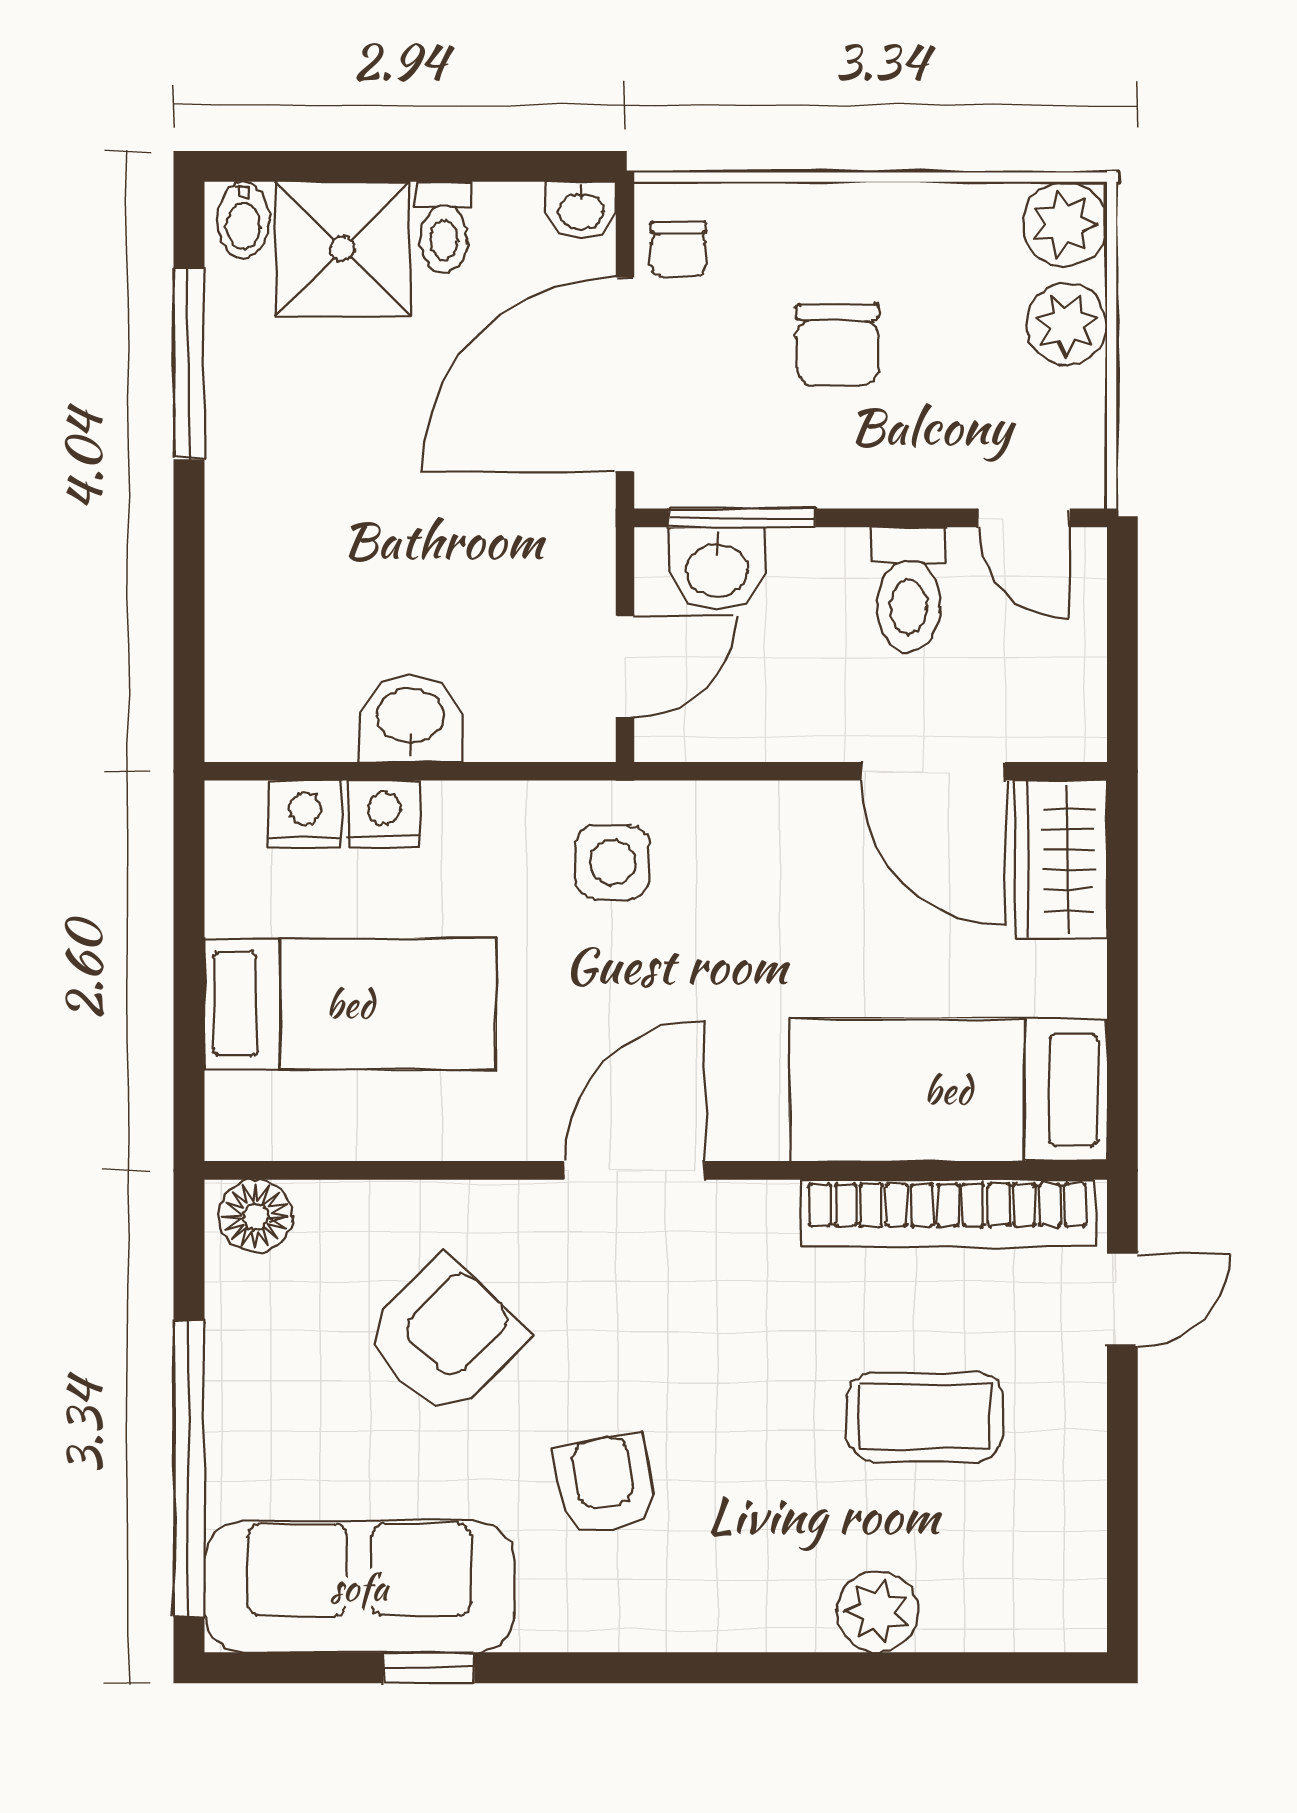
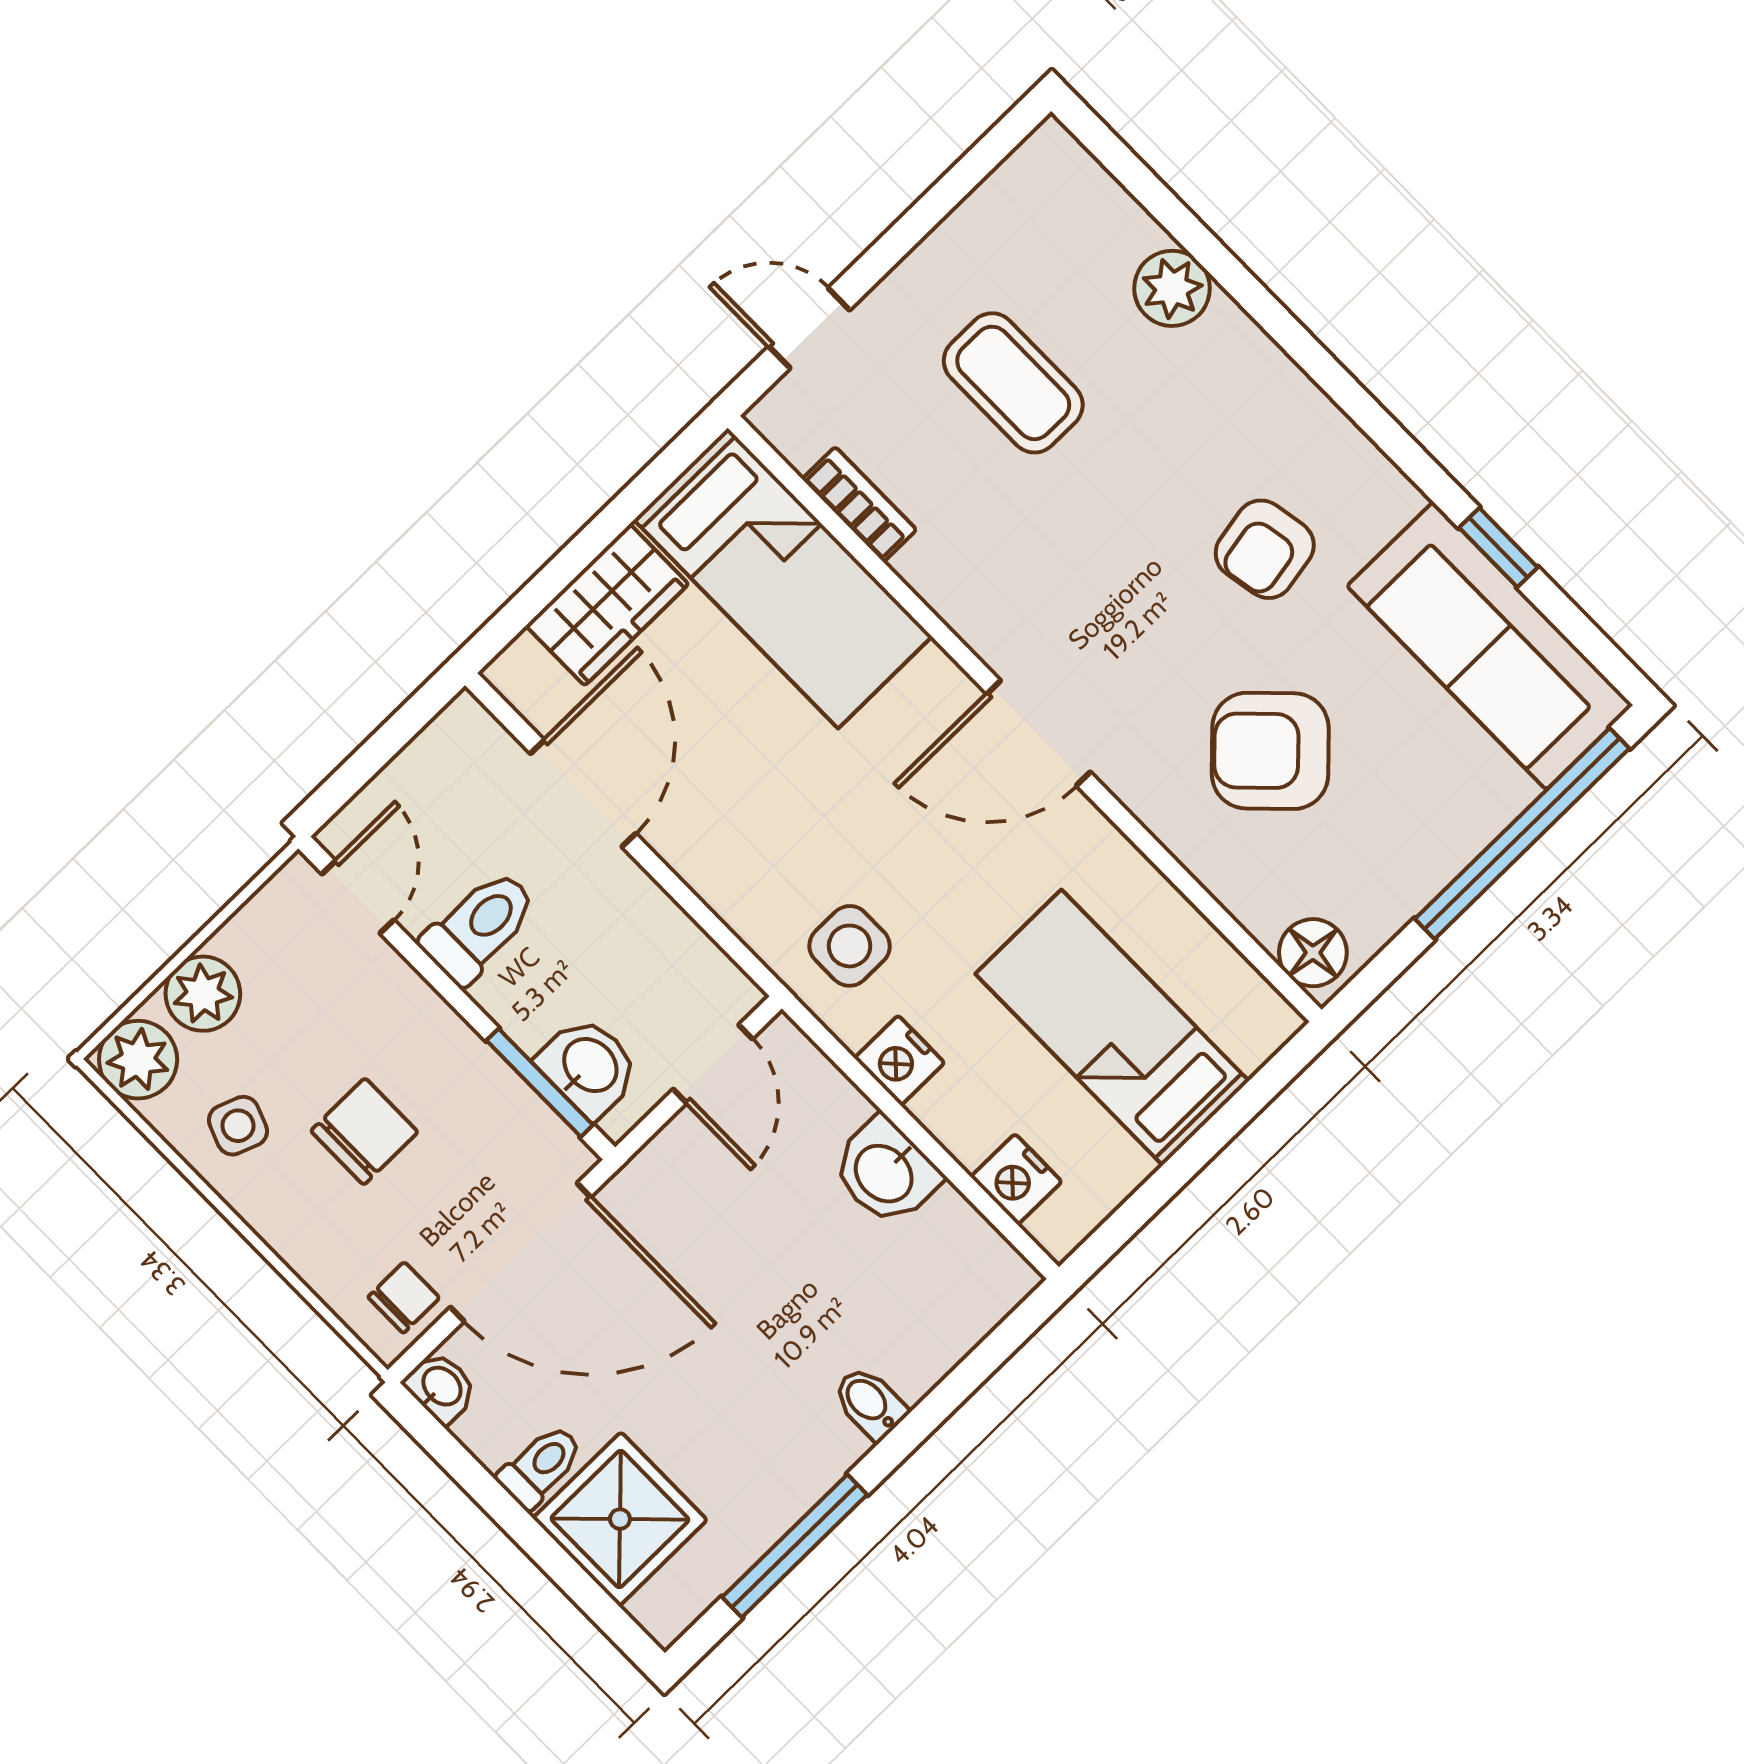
bidet: (243, 220) -> (870, 1403), moved, turned -90
side table: (938, 251) -> (238, 1126), added
door: (625, 666) -> (713, 1064), swing flipped
nightstand: (384, 814) -> (899, 1060), moved
wardrobe: (1061, 860) -> (607, 605), moved
bookcase: (948, 1213) -> (859, 504), width x0.43, depth x0.76

